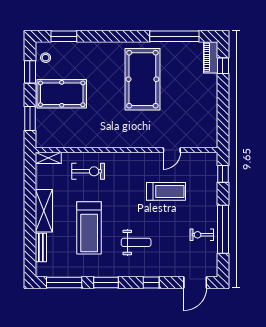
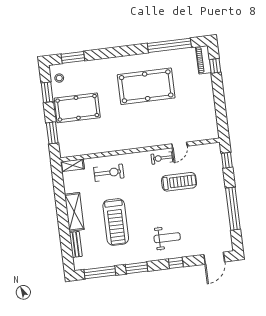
pool table: (142, 79) -> (146, 86), turned 90
exercise bike: (202, 235) -> (162, 158), moved
weight bench: (136, 242) -> (167, 238), moved

